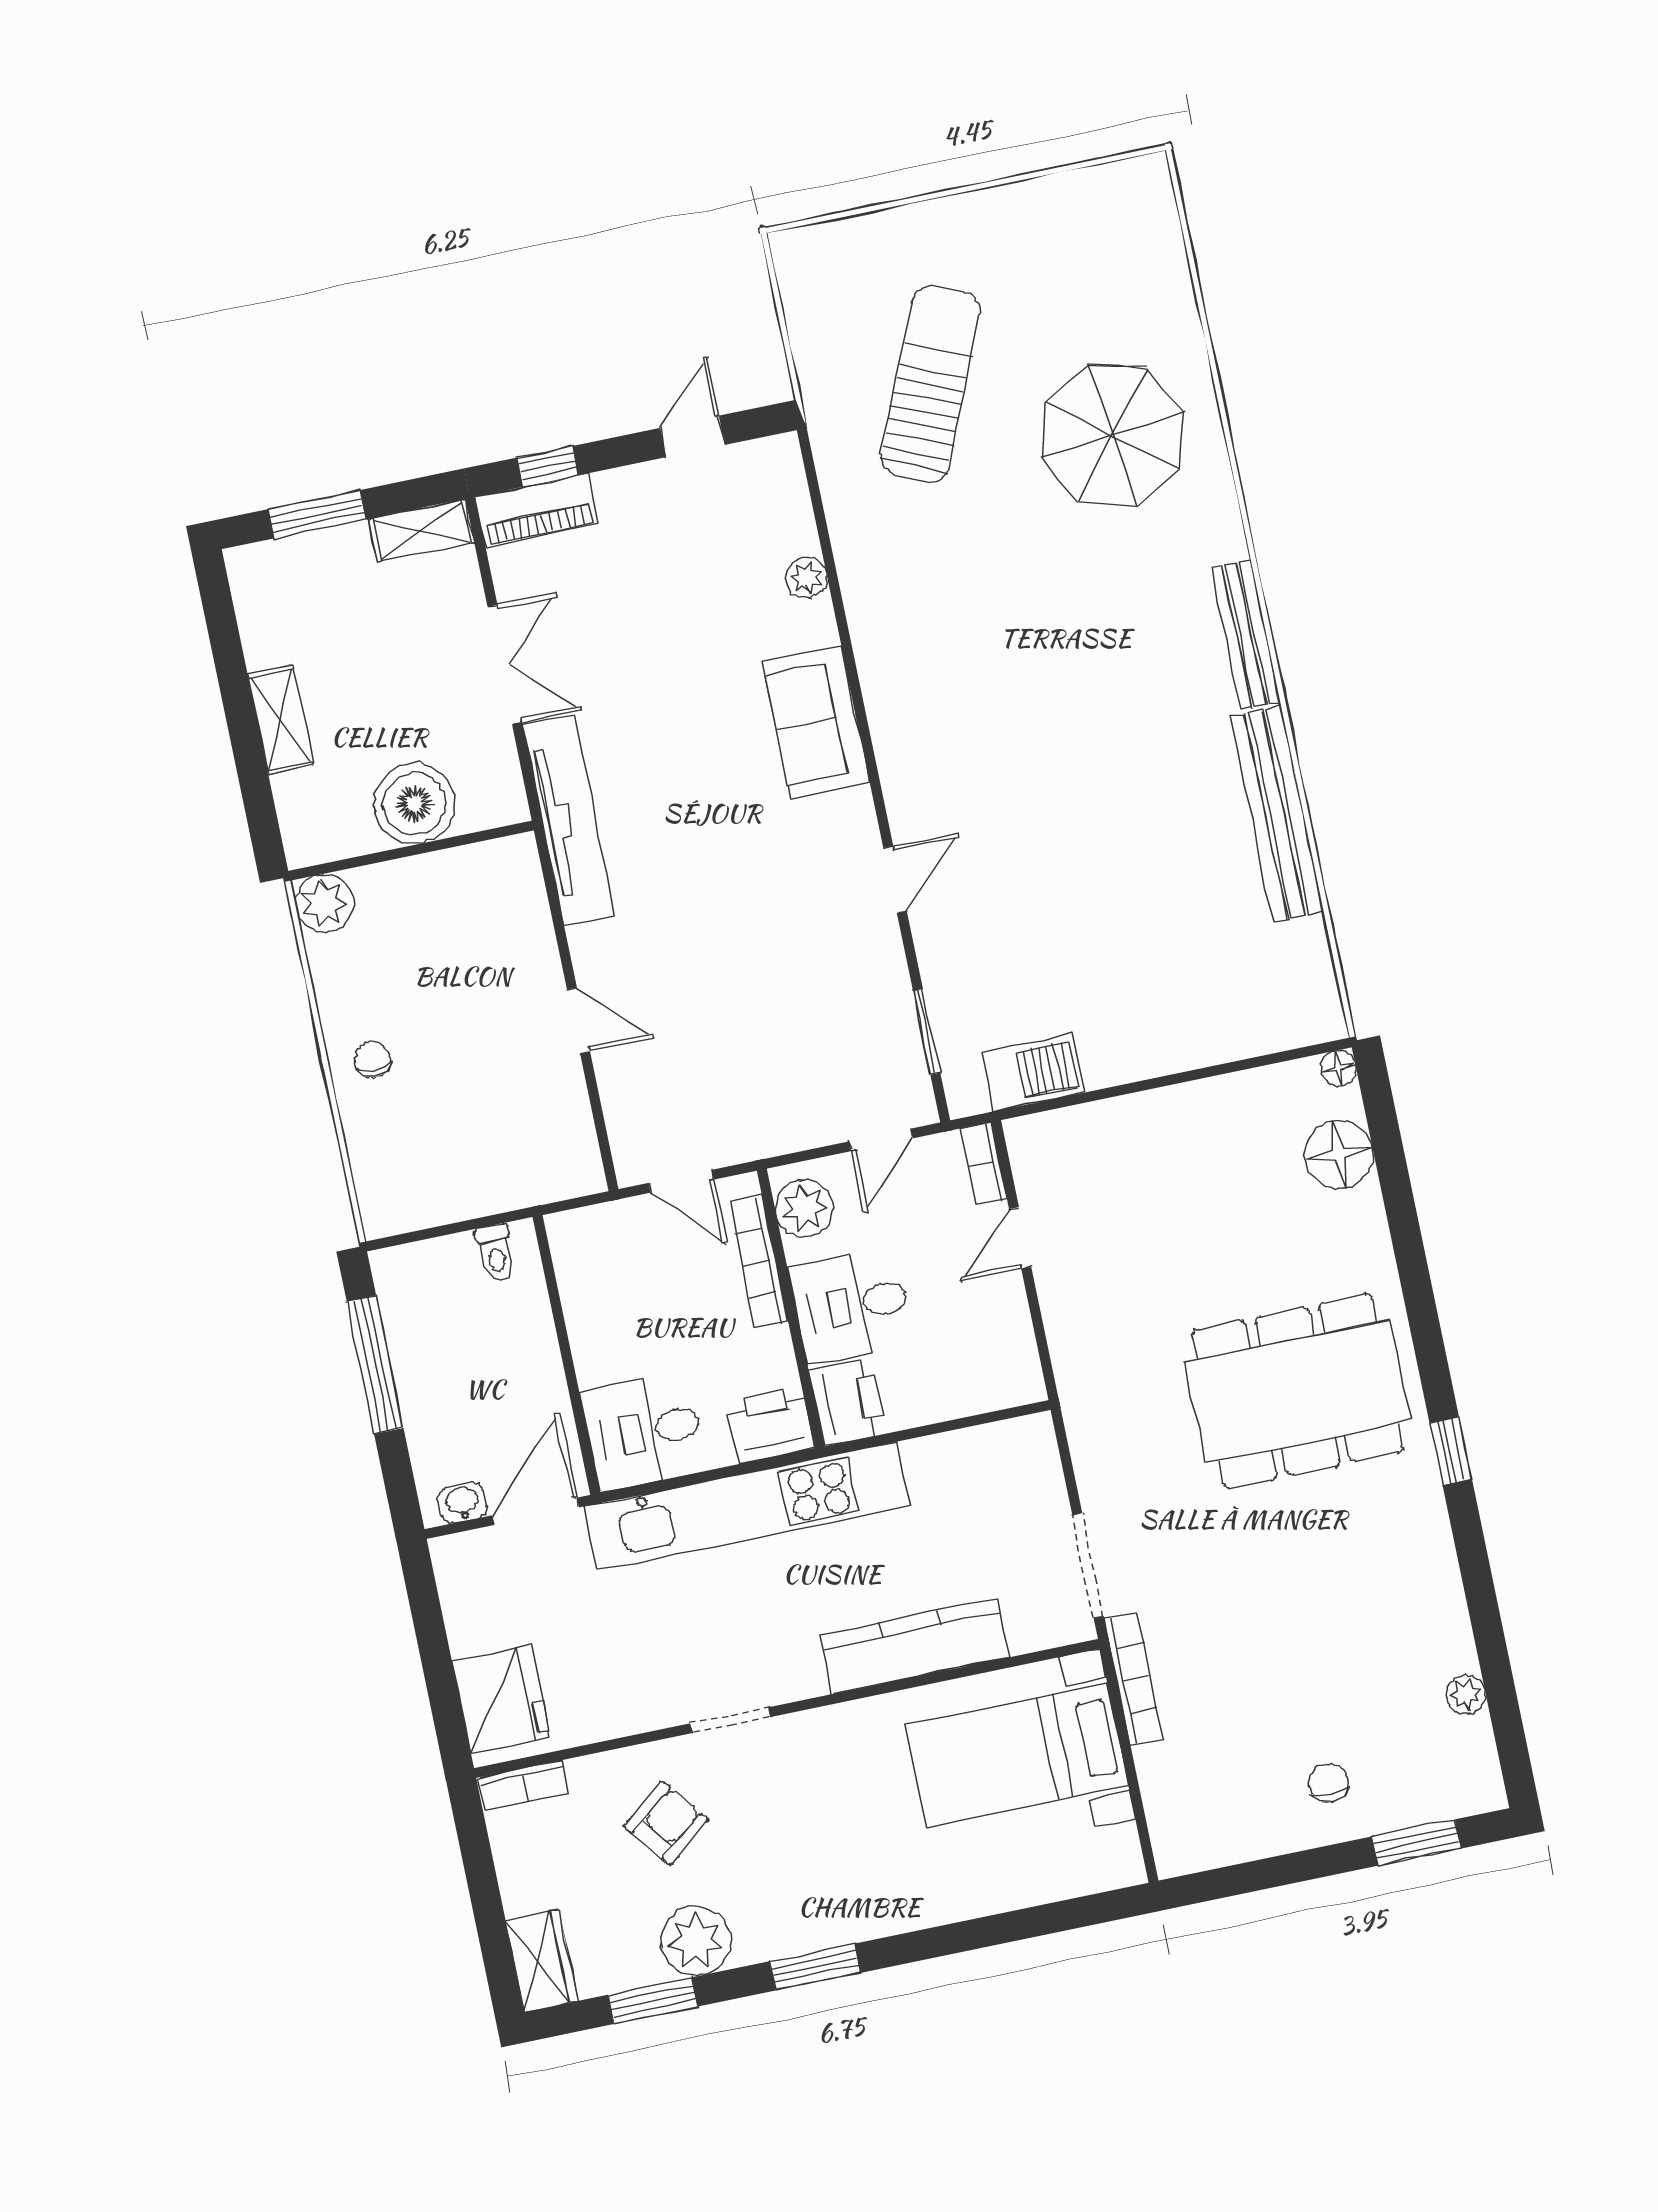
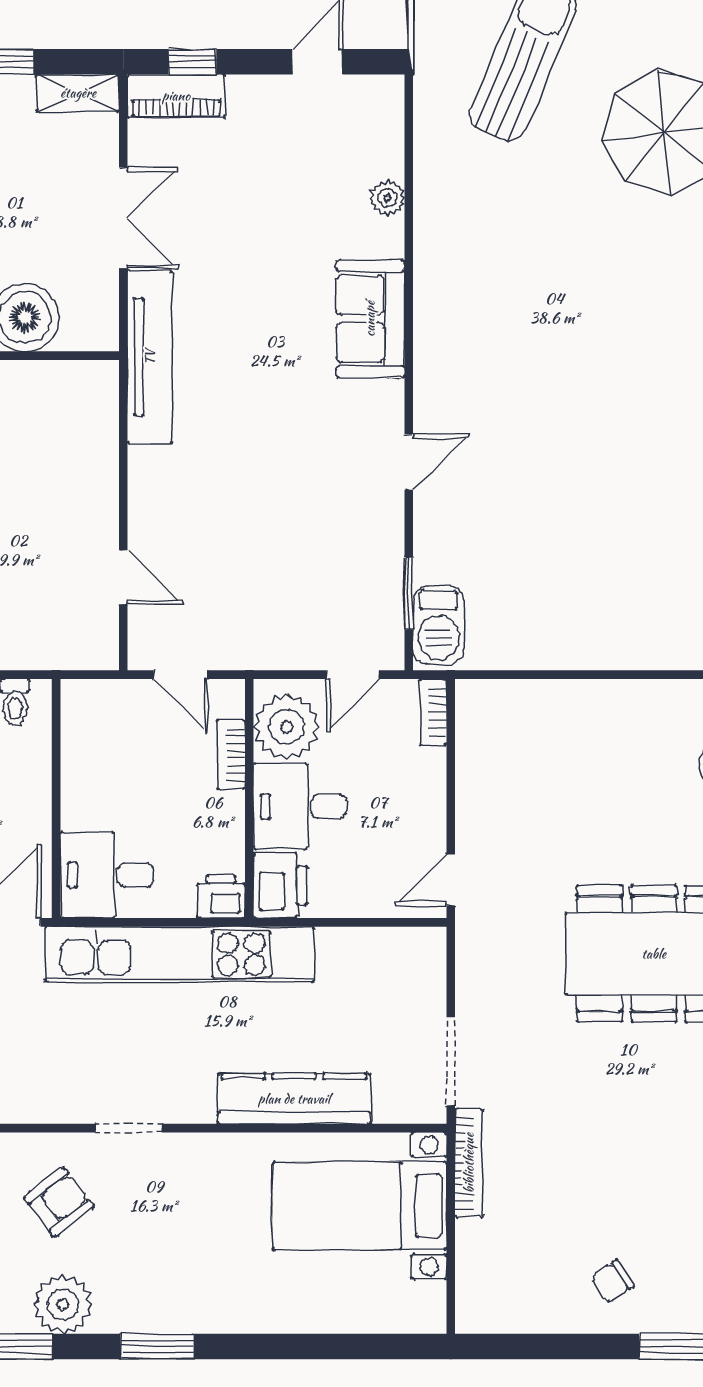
door: (578, 1020) -> (123, 577), moved
barbecue: (1033, 1072) -> (439, 625), moved, turned 90
plant: (804, 1208) -> (287, 727), width x1.36, depth x1.36
door: (1020, 1238) -> (451, 880), moved
bookcase: (759, 1262) -> (231, 755), width x0.64
printer: (770, 1425) -> (221, 896), width x0.73, depth x0.81
chair: (1329, 1782) -> (612, 1282), turned -123

